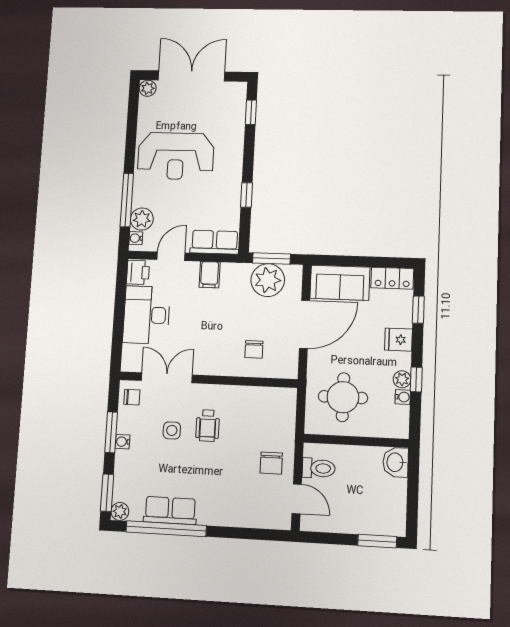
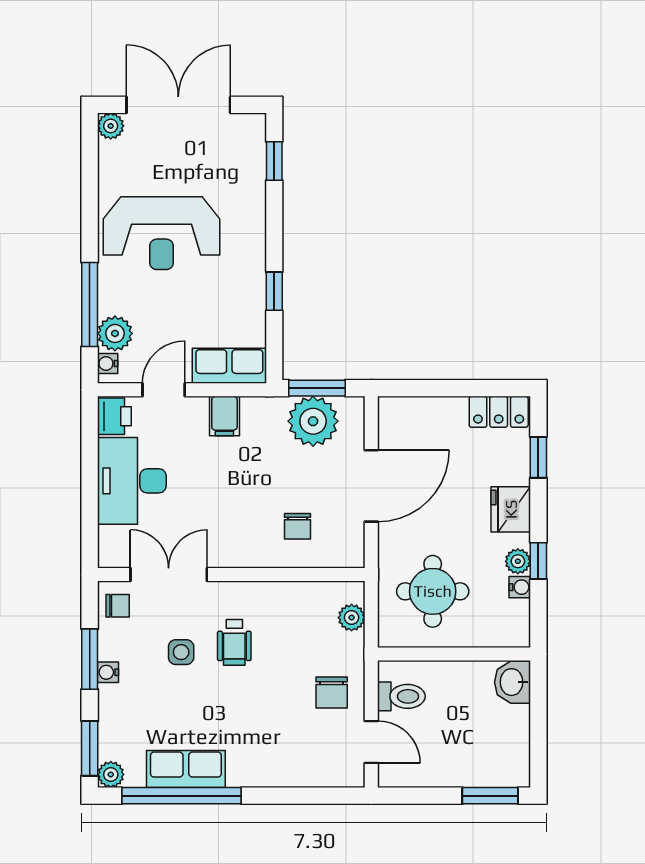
sofa: (340, 283) -> (421, 421), removed
fridge: (398, 340) -> (511, 509), width x1.38
plant: (287, 412) -> (352, 618), added

